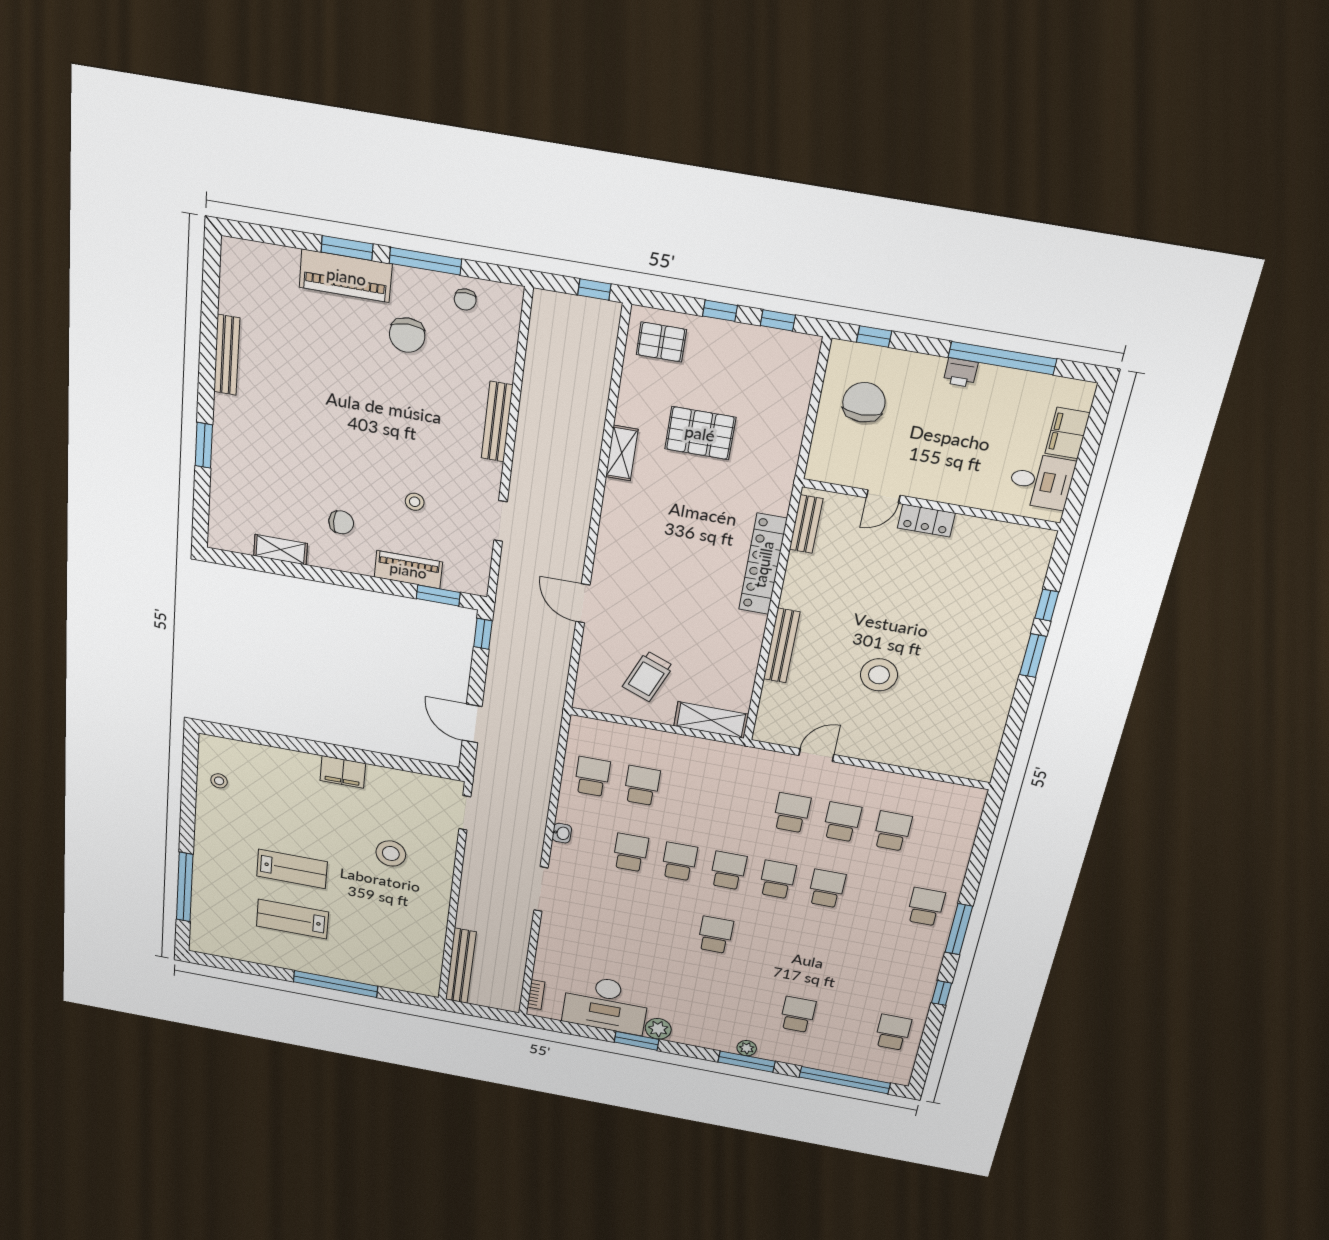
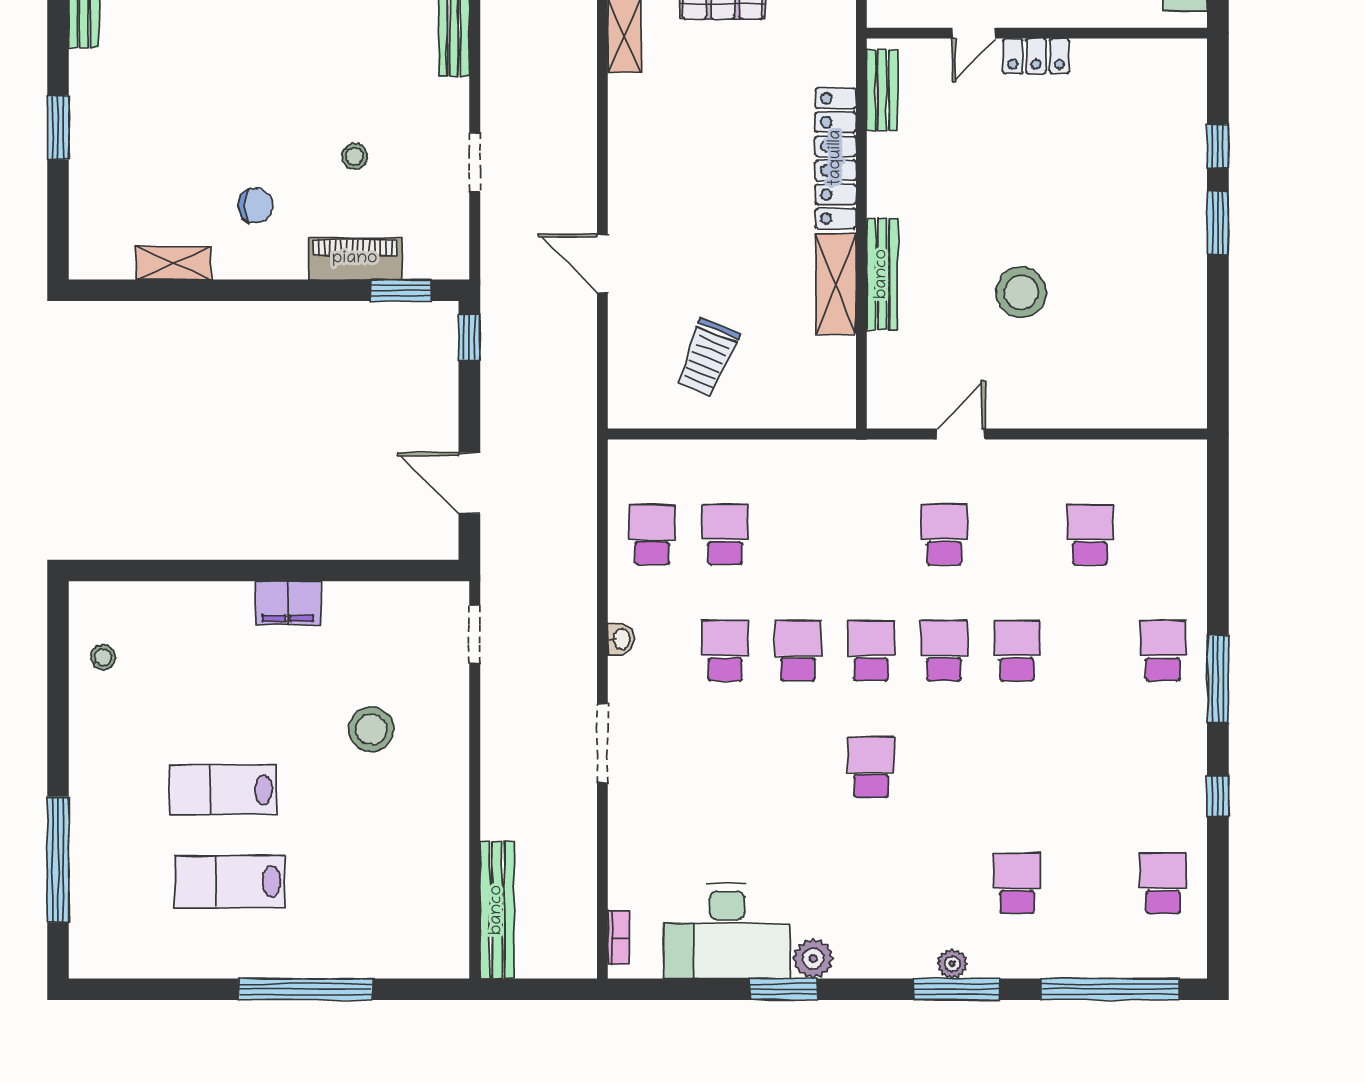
shelving: (711, 720) -> (836, 284), moved, turned 90
school desk: (842, 822) -> (1017, 535), removed
lab bench: (292, 869) -> (223, 790), turned 180

